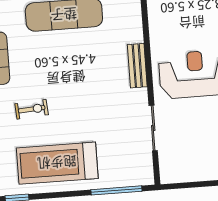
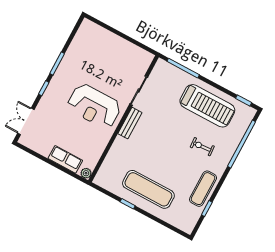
bench: (137, 66) -> (130, 123), moved

